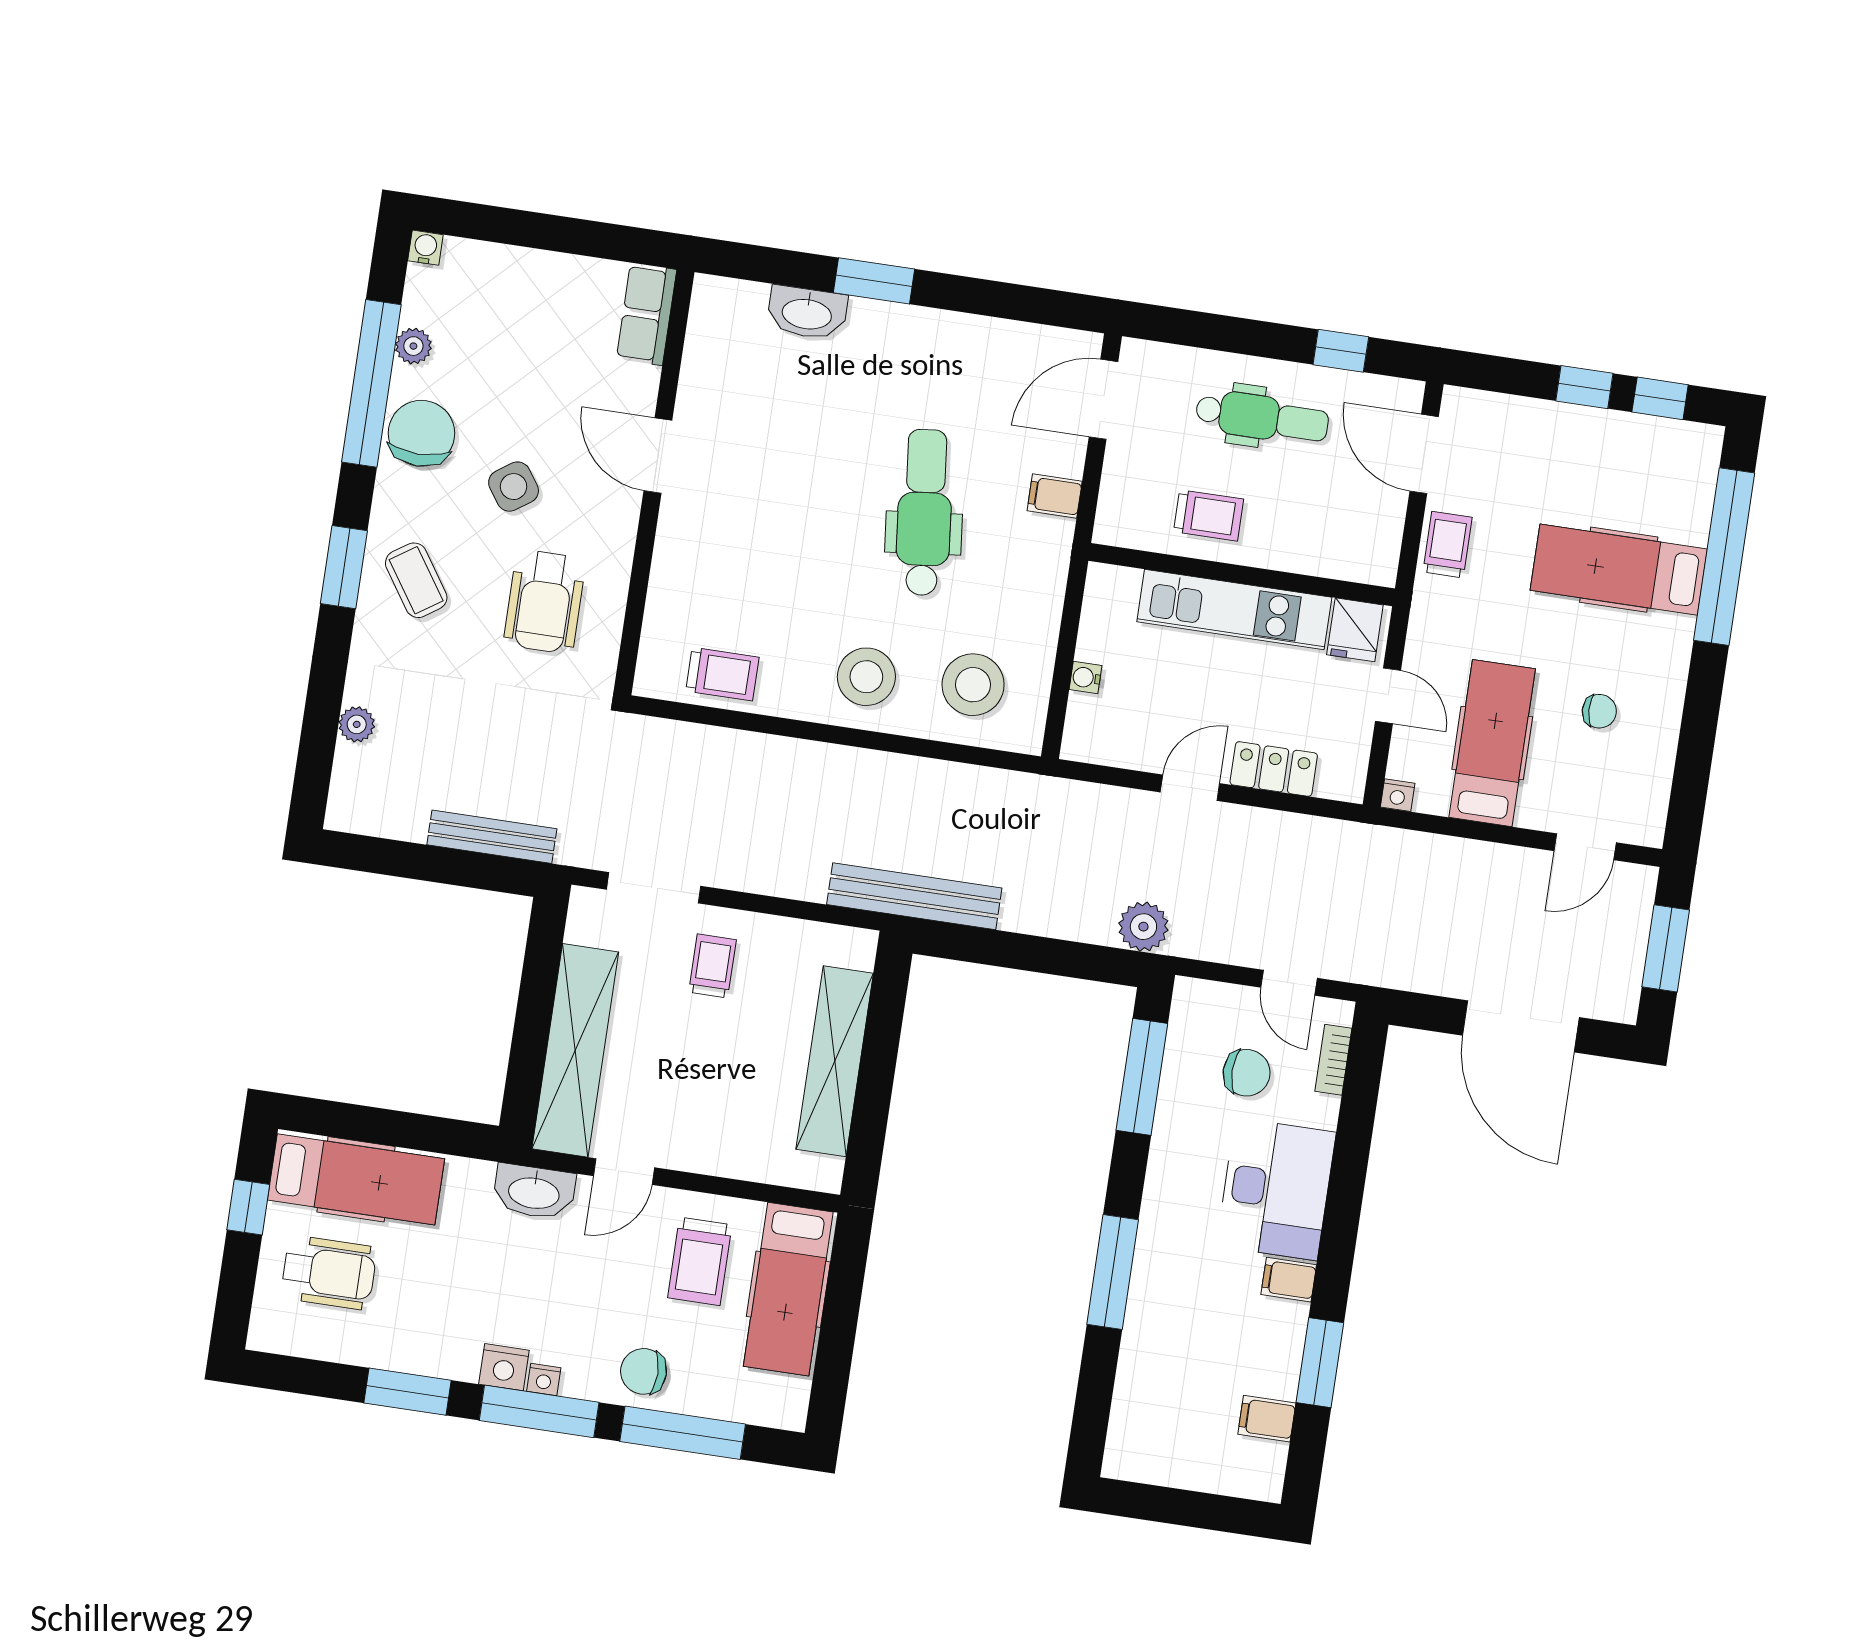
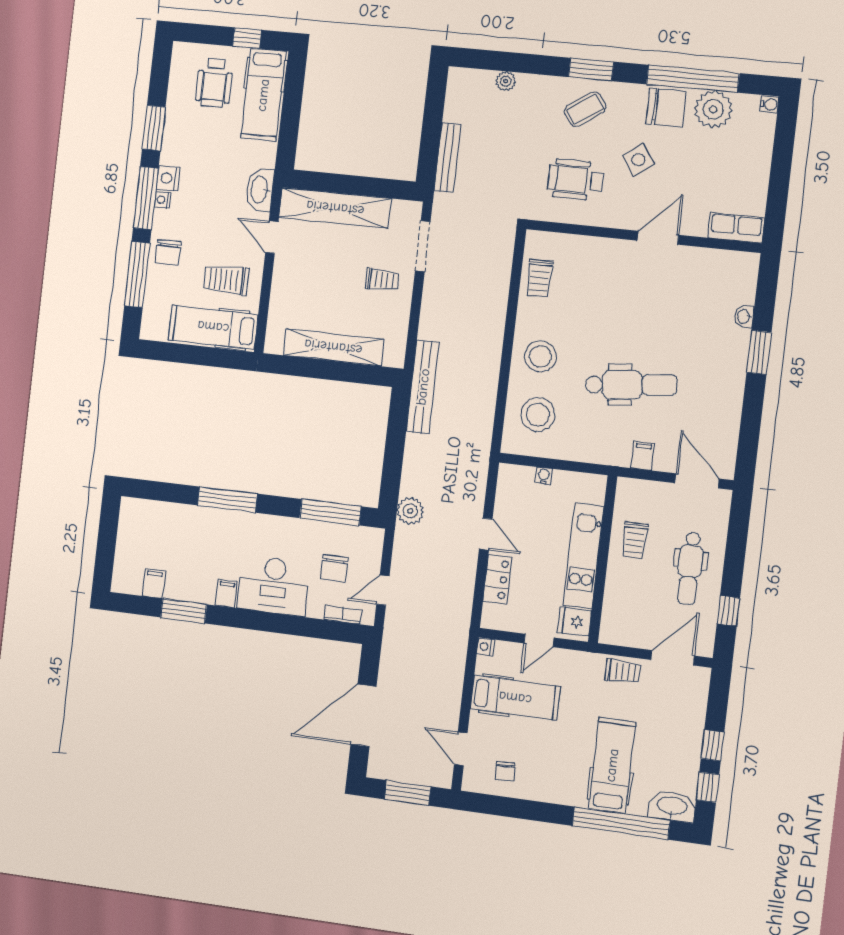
washbasin: (807, 313) -> (744, 317), width x0.52, depth x0.69
plant: (413, 346) -> (713, 109), width x1.88, depth x1.88
washbasin: (1694, 464) -> (672, 806), added
chair: (1599, 711) -> (505, 771), moved
chair: (644, 1371) -> (168, 252), turned 180

